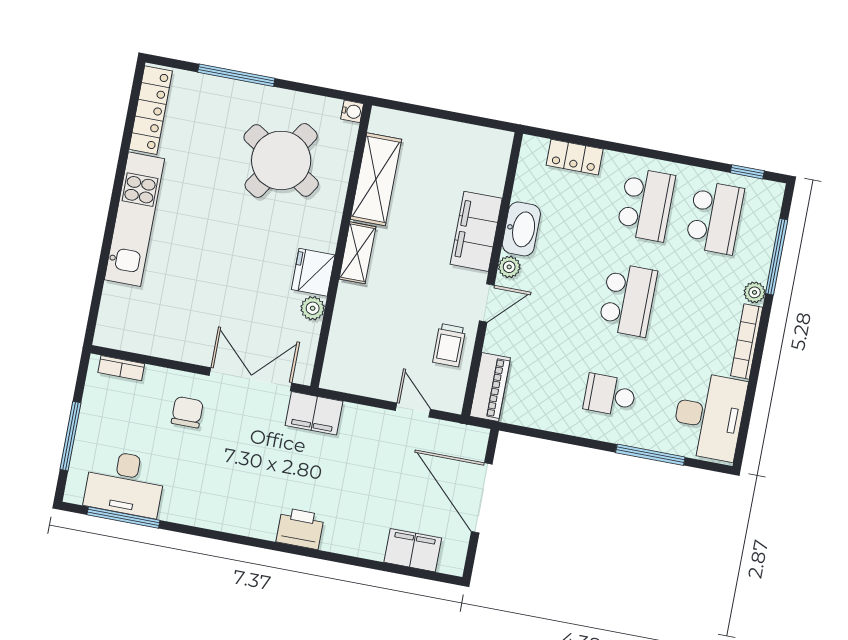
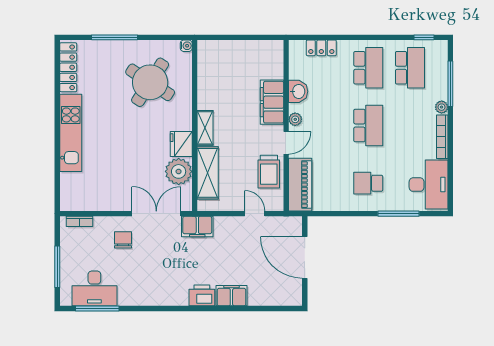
shelving: (376, 179) -> (208, 173), moved
washbasin: (521, 229) -> (298, 91), width x0.72
plant: (313, 308) -> (179, 171), width x1.88, depth x1.88
trolley: (449, 345) -> (269, 172), width x1.36, depth x1.39
piano: (490, 387) -> (300, 185), width x1.37, depth x1.33
filing cabinet: (413, 550) -> (231, 296), moved

